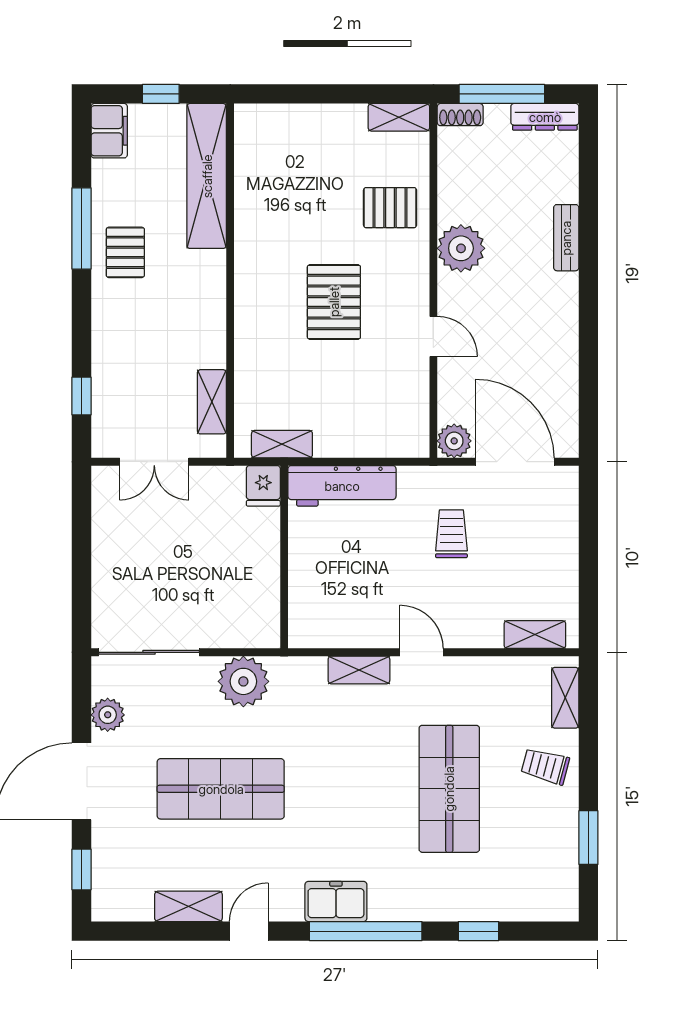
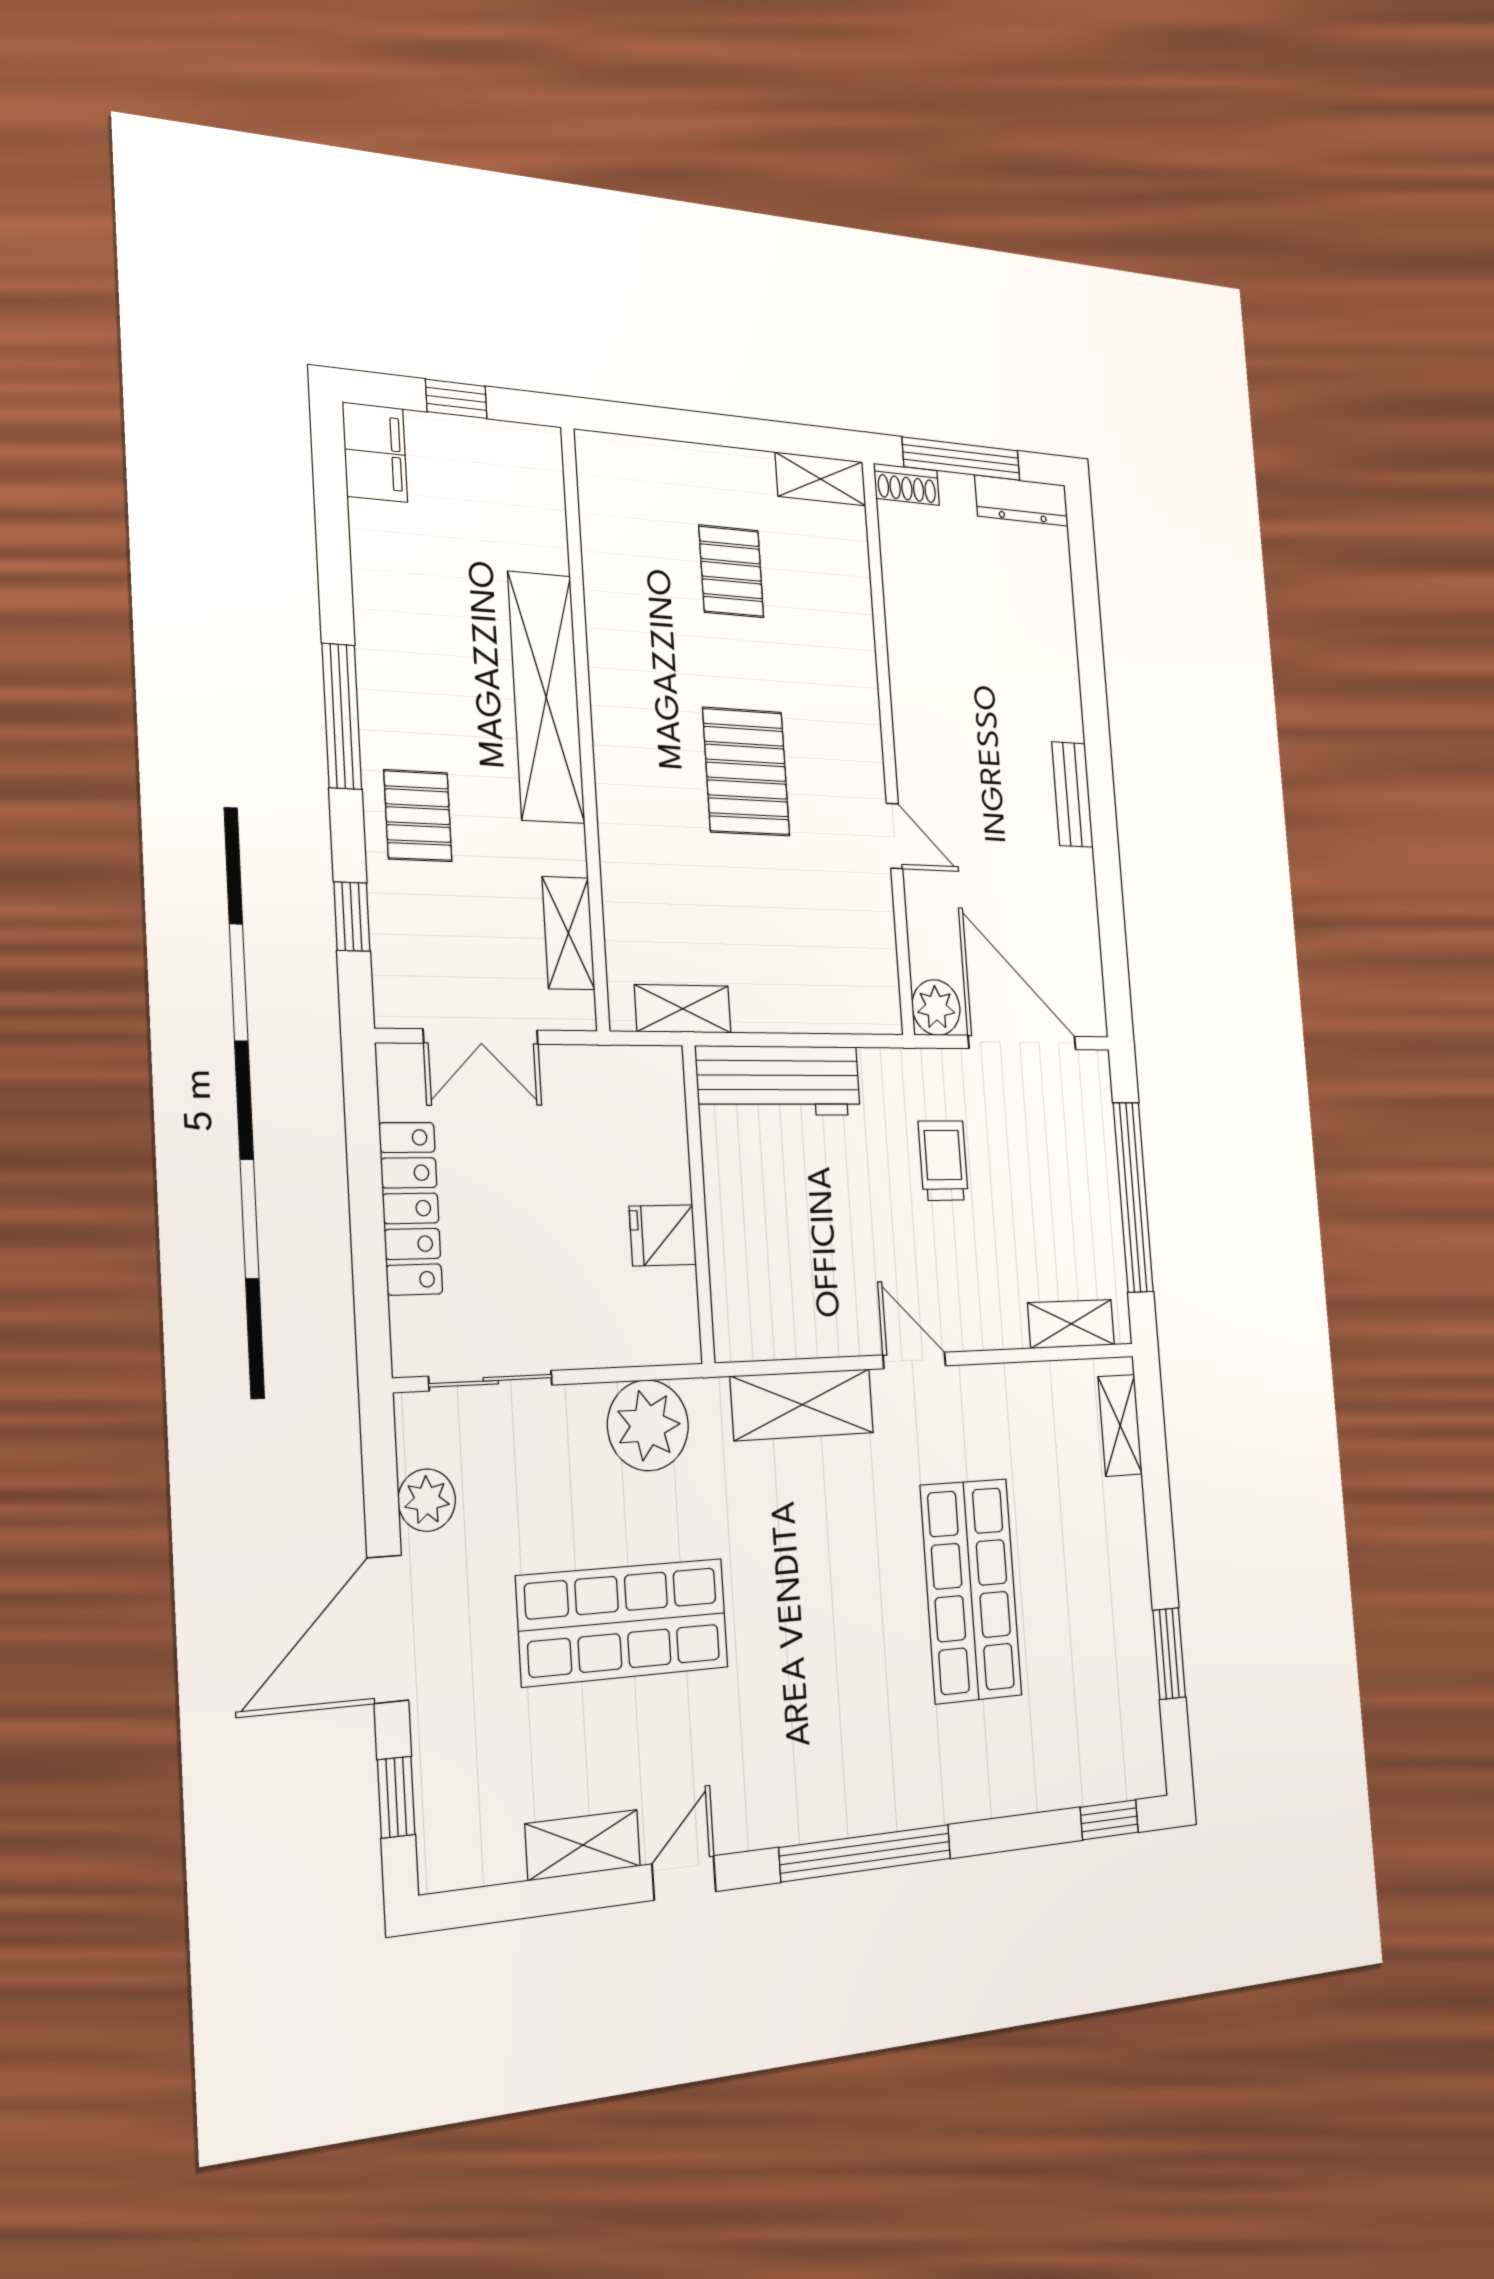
shelving: (207, 176) -> (546, 697), moved
pallet: (390, 208) -> (731, 571), moved, turned 90
window: (81, 228) -> (342, 716), moved
bench: (566, 238) -> (1072, 794), moved
plant: (461, 248) -> (923, 696), removed
pallet: (125, 252) -> (418, 816), moved
fridge: (263, 486) -> (663, 1235), moved, turned 90
locker: (107, 557) -> (411, 1208), added
window: (588, 558) -> (1133, 1197), added
sliding door: (149, 652) -> (491, 1381), width x0.73
shelving: (359, 670) -> (802, 1405), width x1.50, depth x1.33
trolley: (545, 766) -> (1102, 1540), removed
freezer: (336, 901) -> (817, 1806), removed
window: (478, 931) -> (1109, 1820), moved

